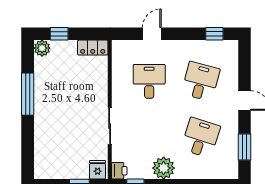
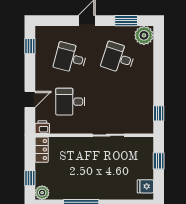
door: (152, 34) -> (30, 99), swing flipped
plant: (164, 168) -> (144, 35), moved
fridge: (98, 170) -> (145, 186), moved
printer: (119, 171) -> (42, 127), moved

